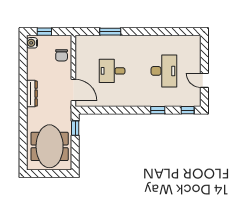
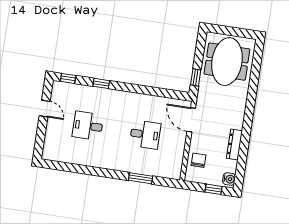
desk: (164, 71) -> (88, 126), width x0.73
dresser: (32, 94) -> (234, 145), moved

